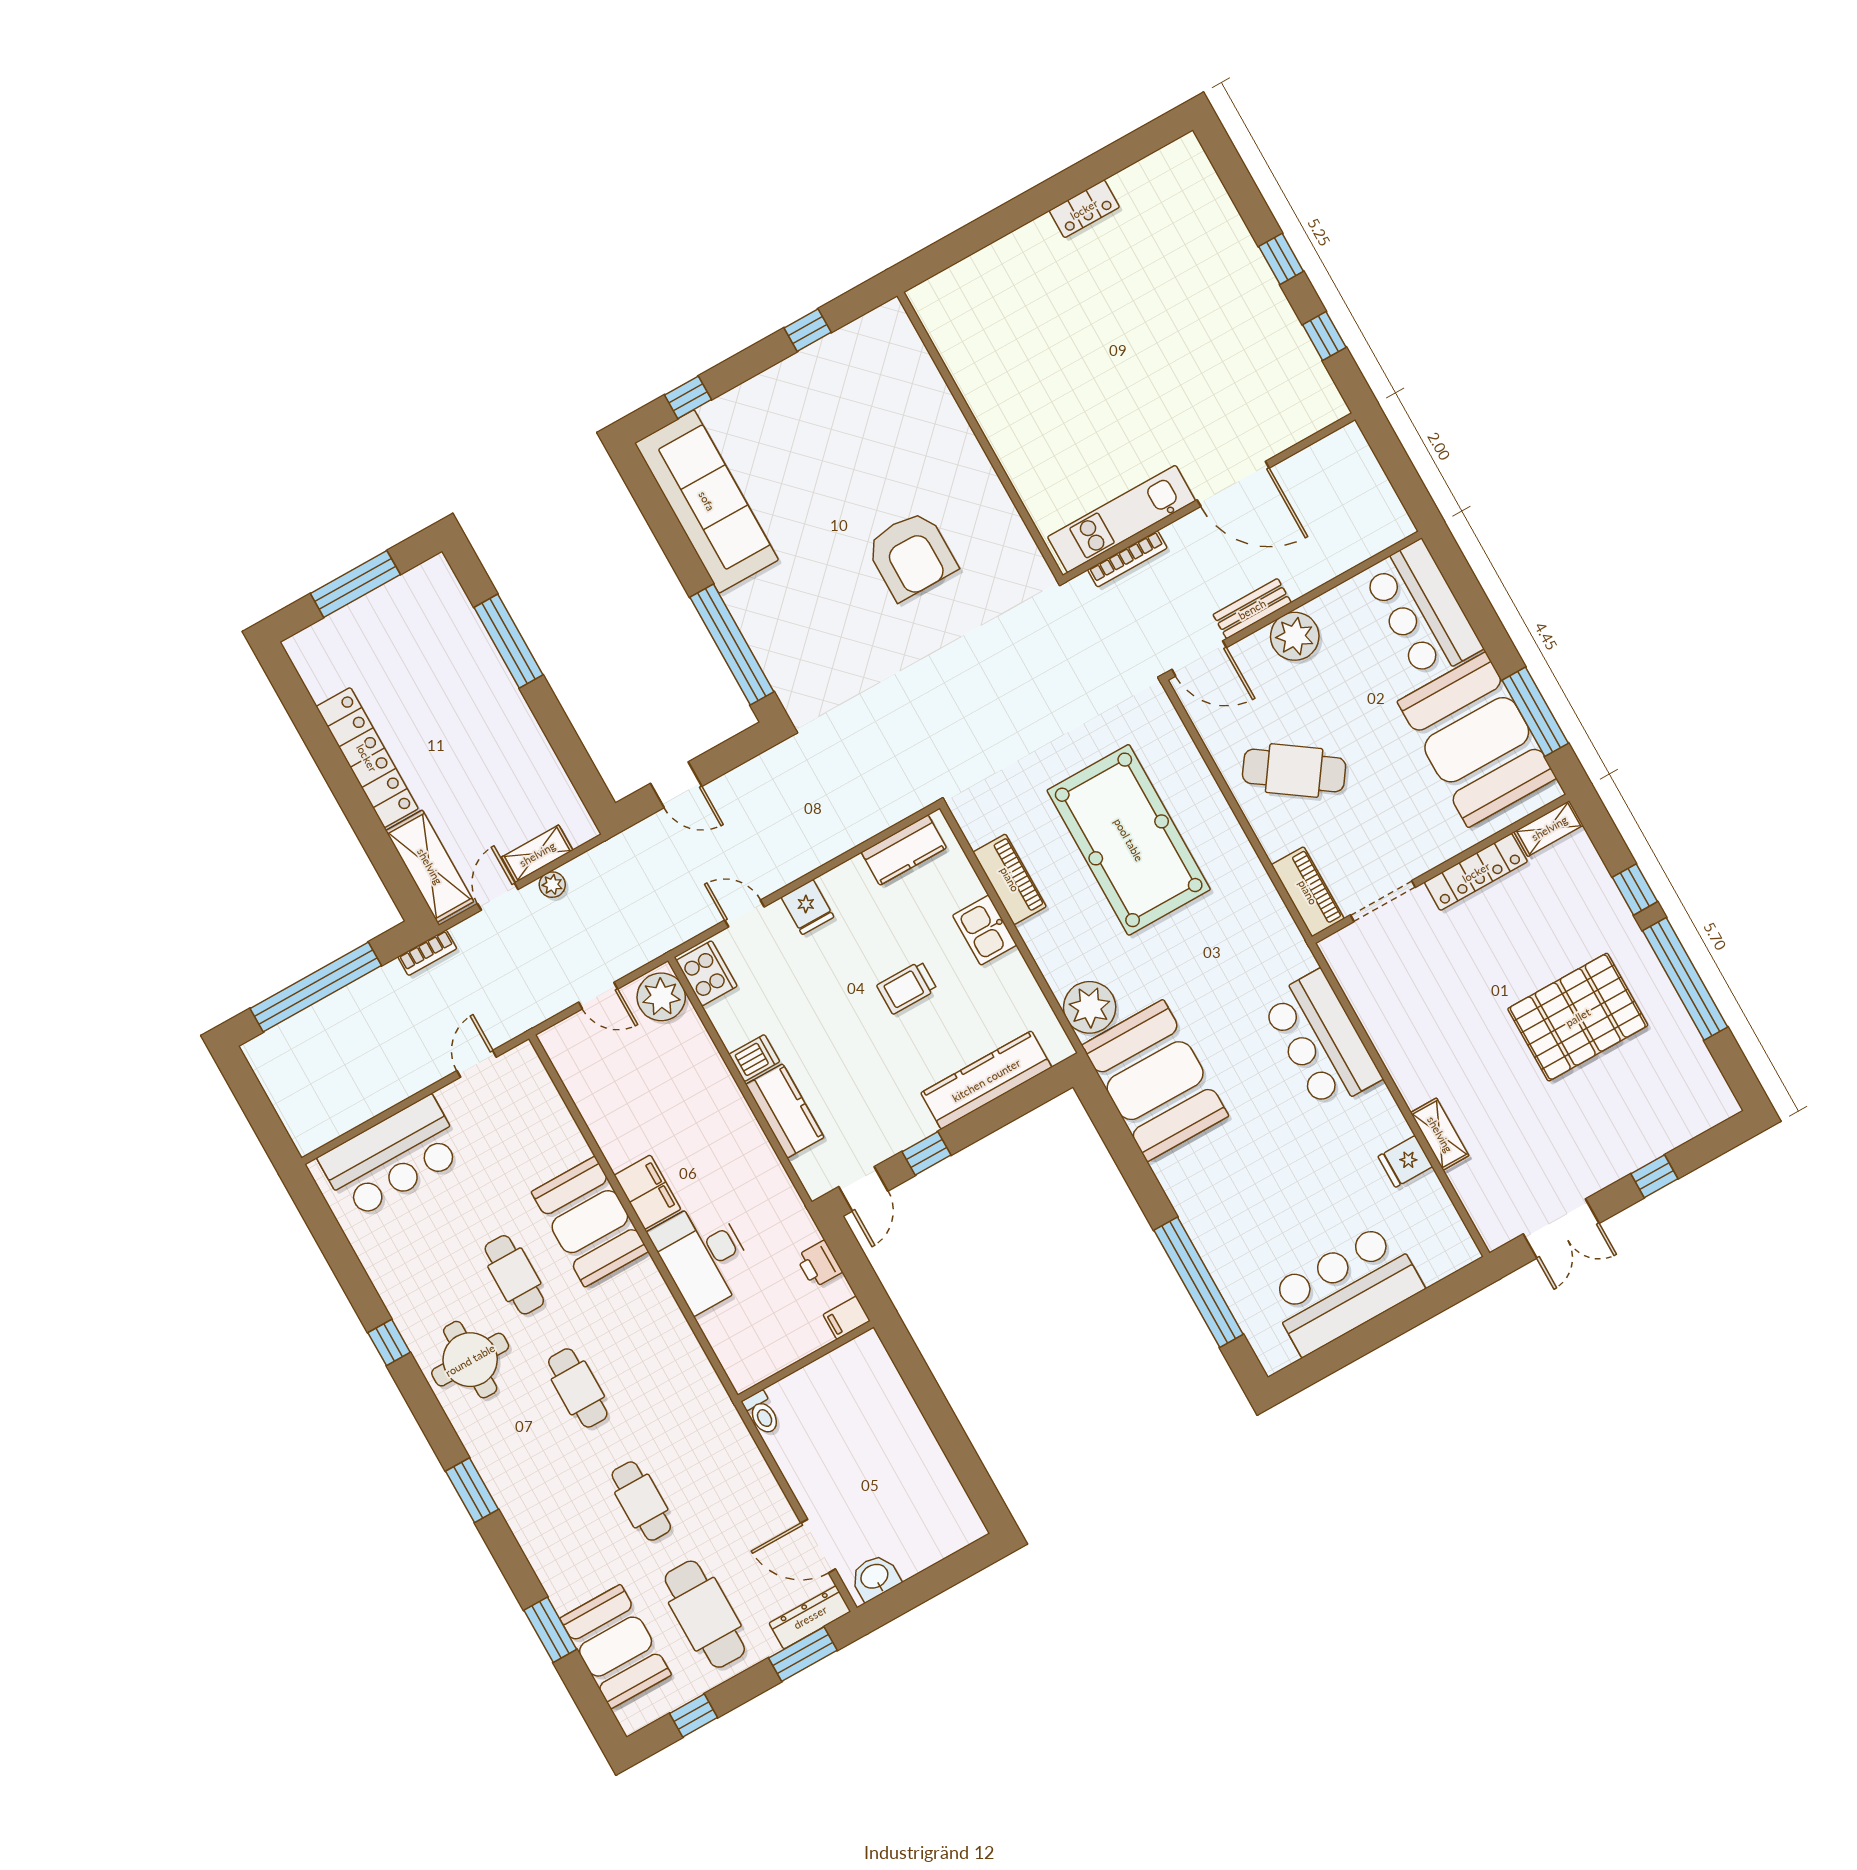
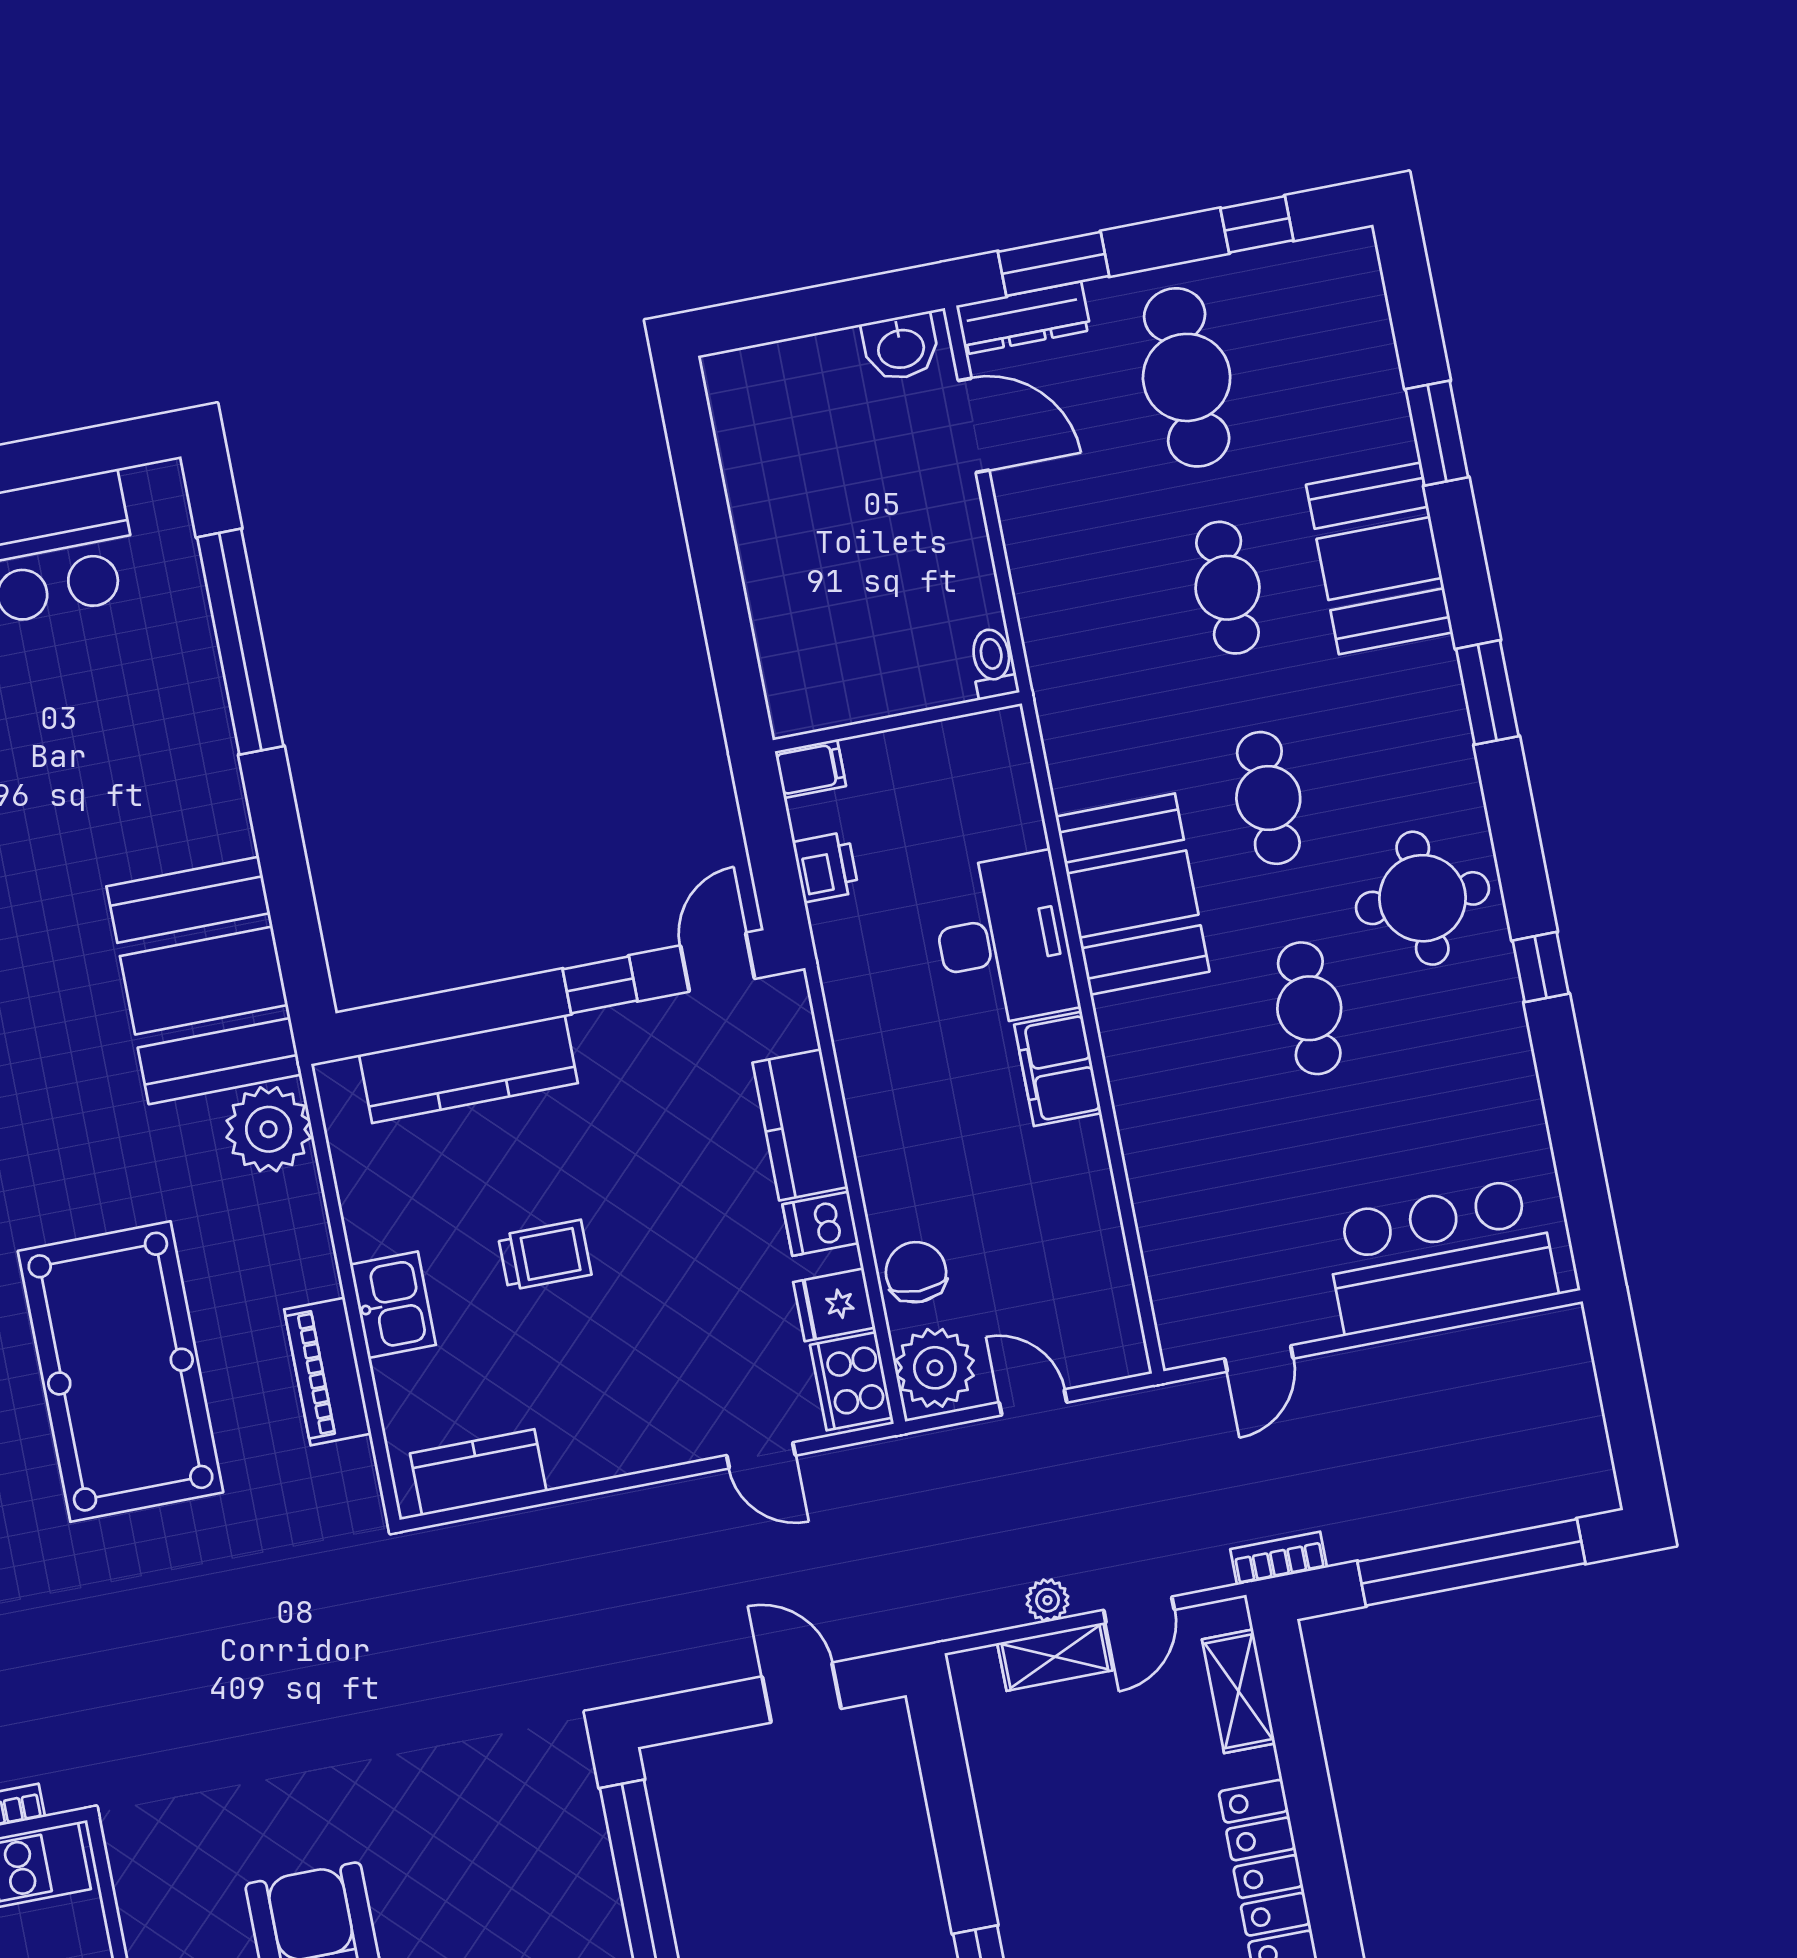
shelving: (430, 866) -> (1239, 1691), width x0.67, depth x0.75
fridge: (808, 907) -> (834, 1305), moved, turned -90
chair: (690, 1048) -> (916, 1272), added
booth: (590, 1222) -> (1132, 894), moved
booth: (616, 1647) -> (1379, 558), moved

